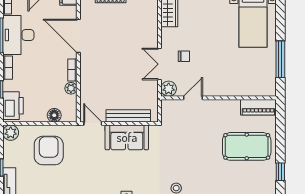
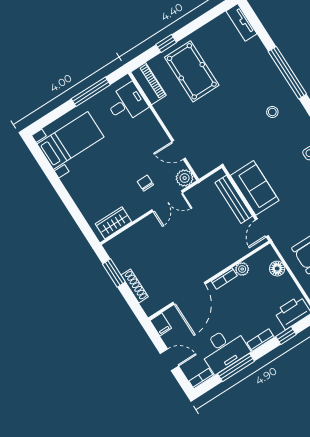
desk: (254, 81) -> (127, 103), added
window: (280, 172) -> (166, 44), moved

